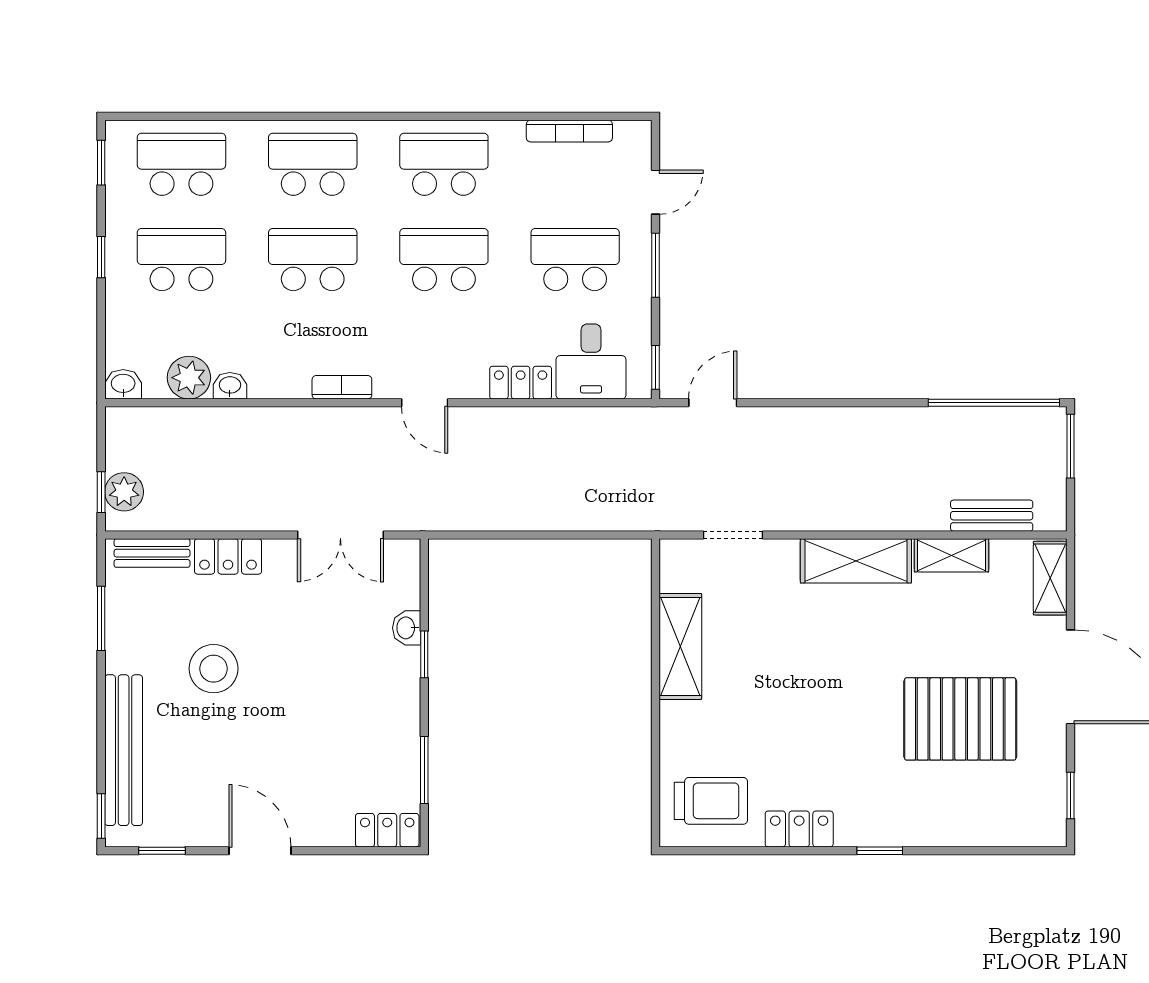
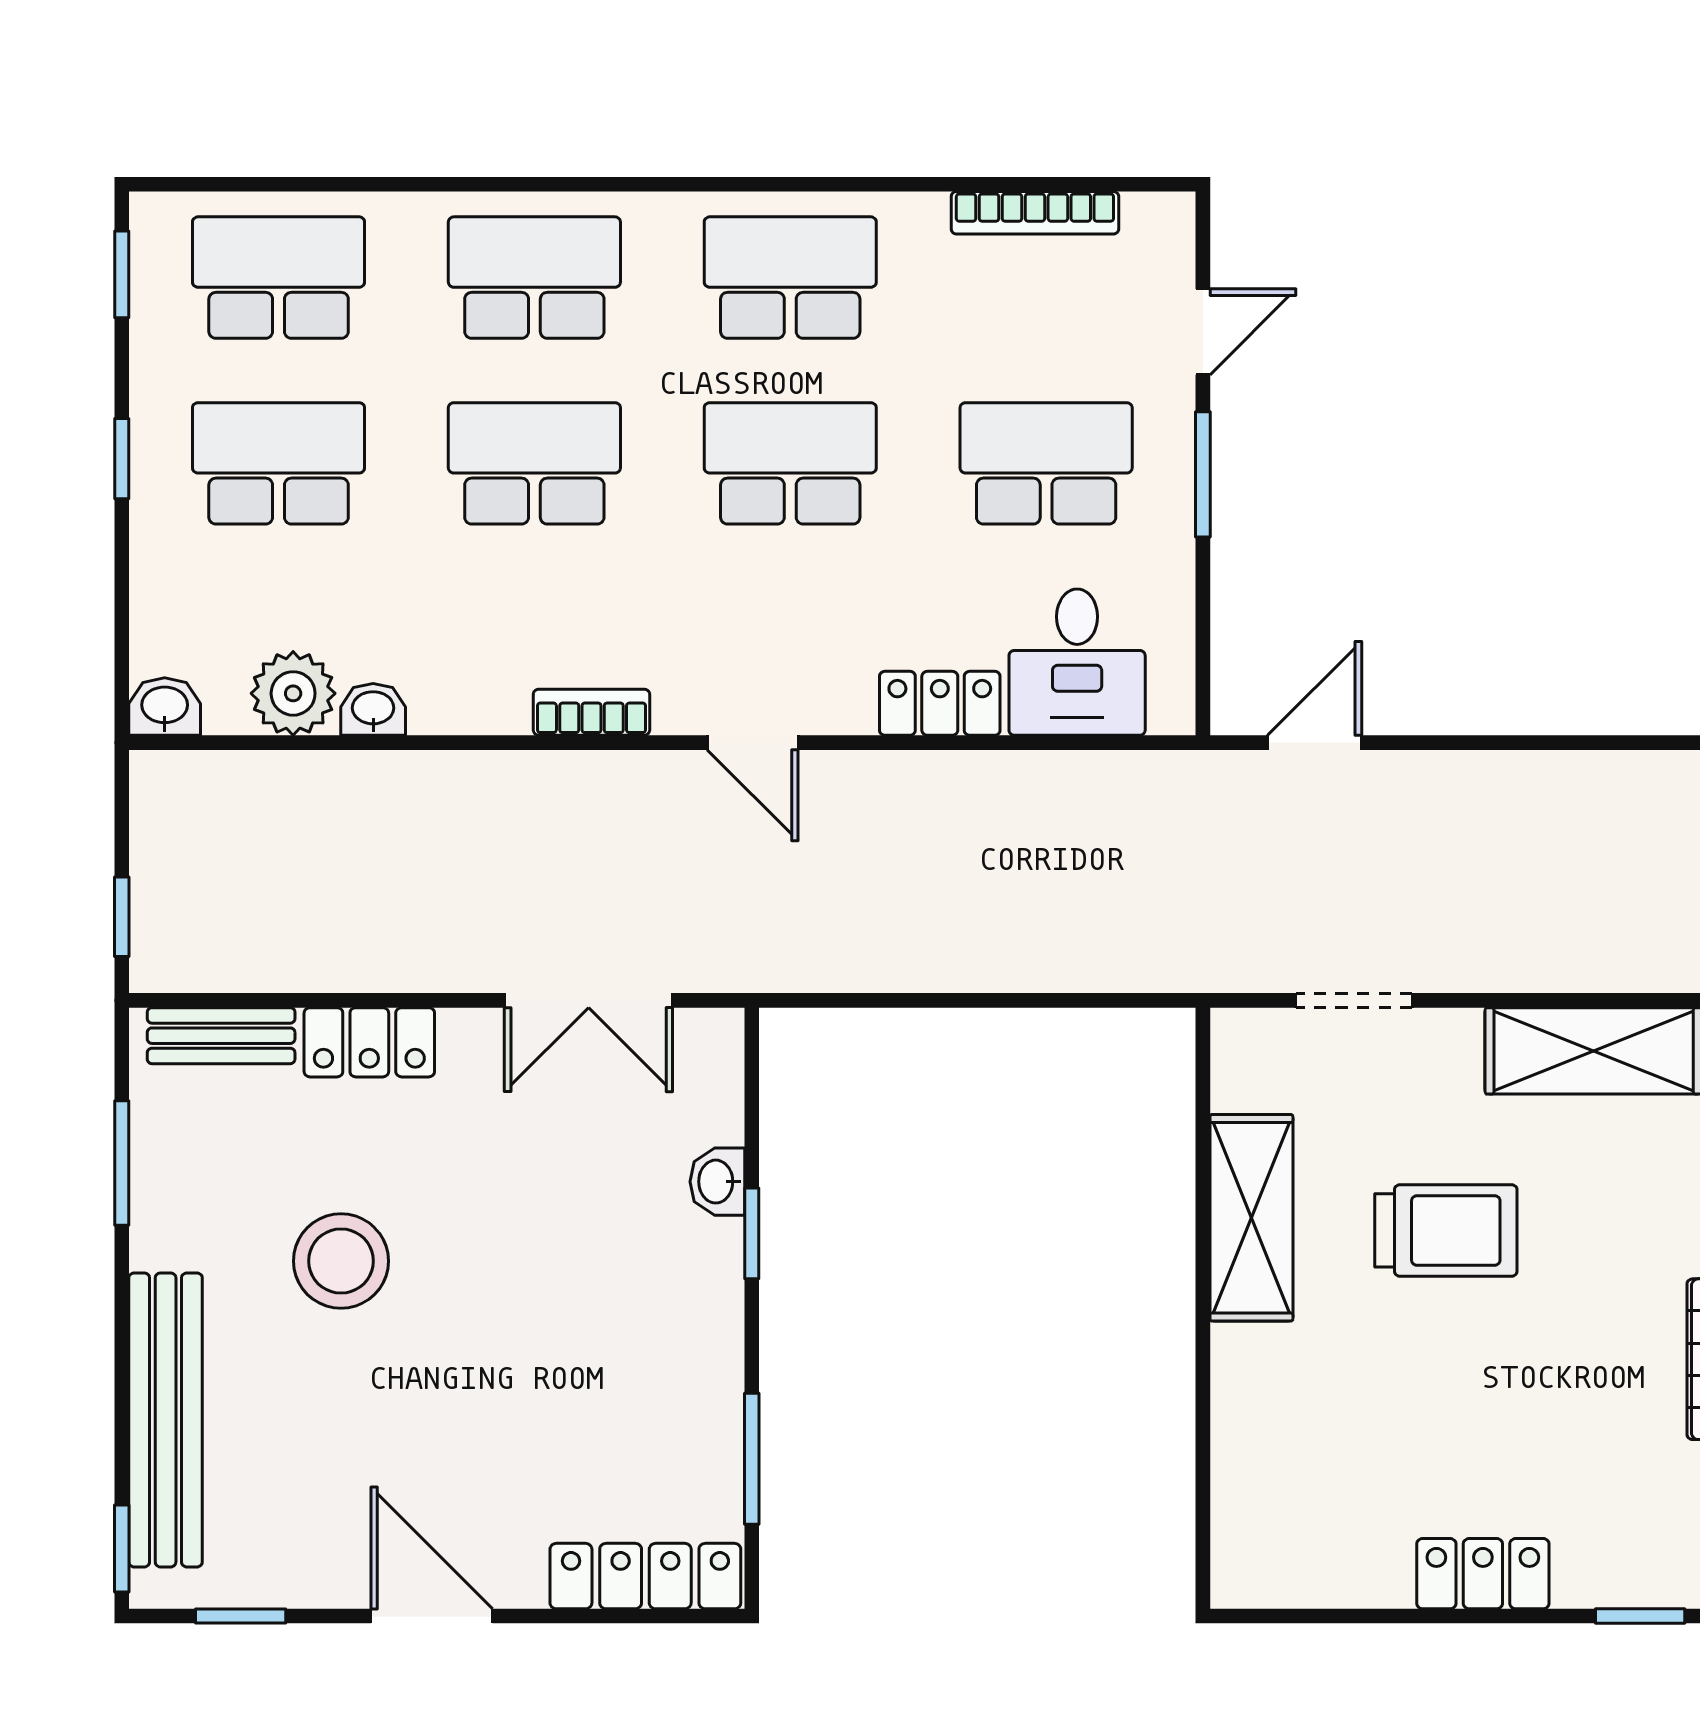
window: (656, 367) -> (1203, 674), removed
plant: (124, 492) -> (167, 916), removed
trolley: (711, 801) -> (1446, 1230), moved
locker: (387, 830) -> (645, 1576), width x1.53

